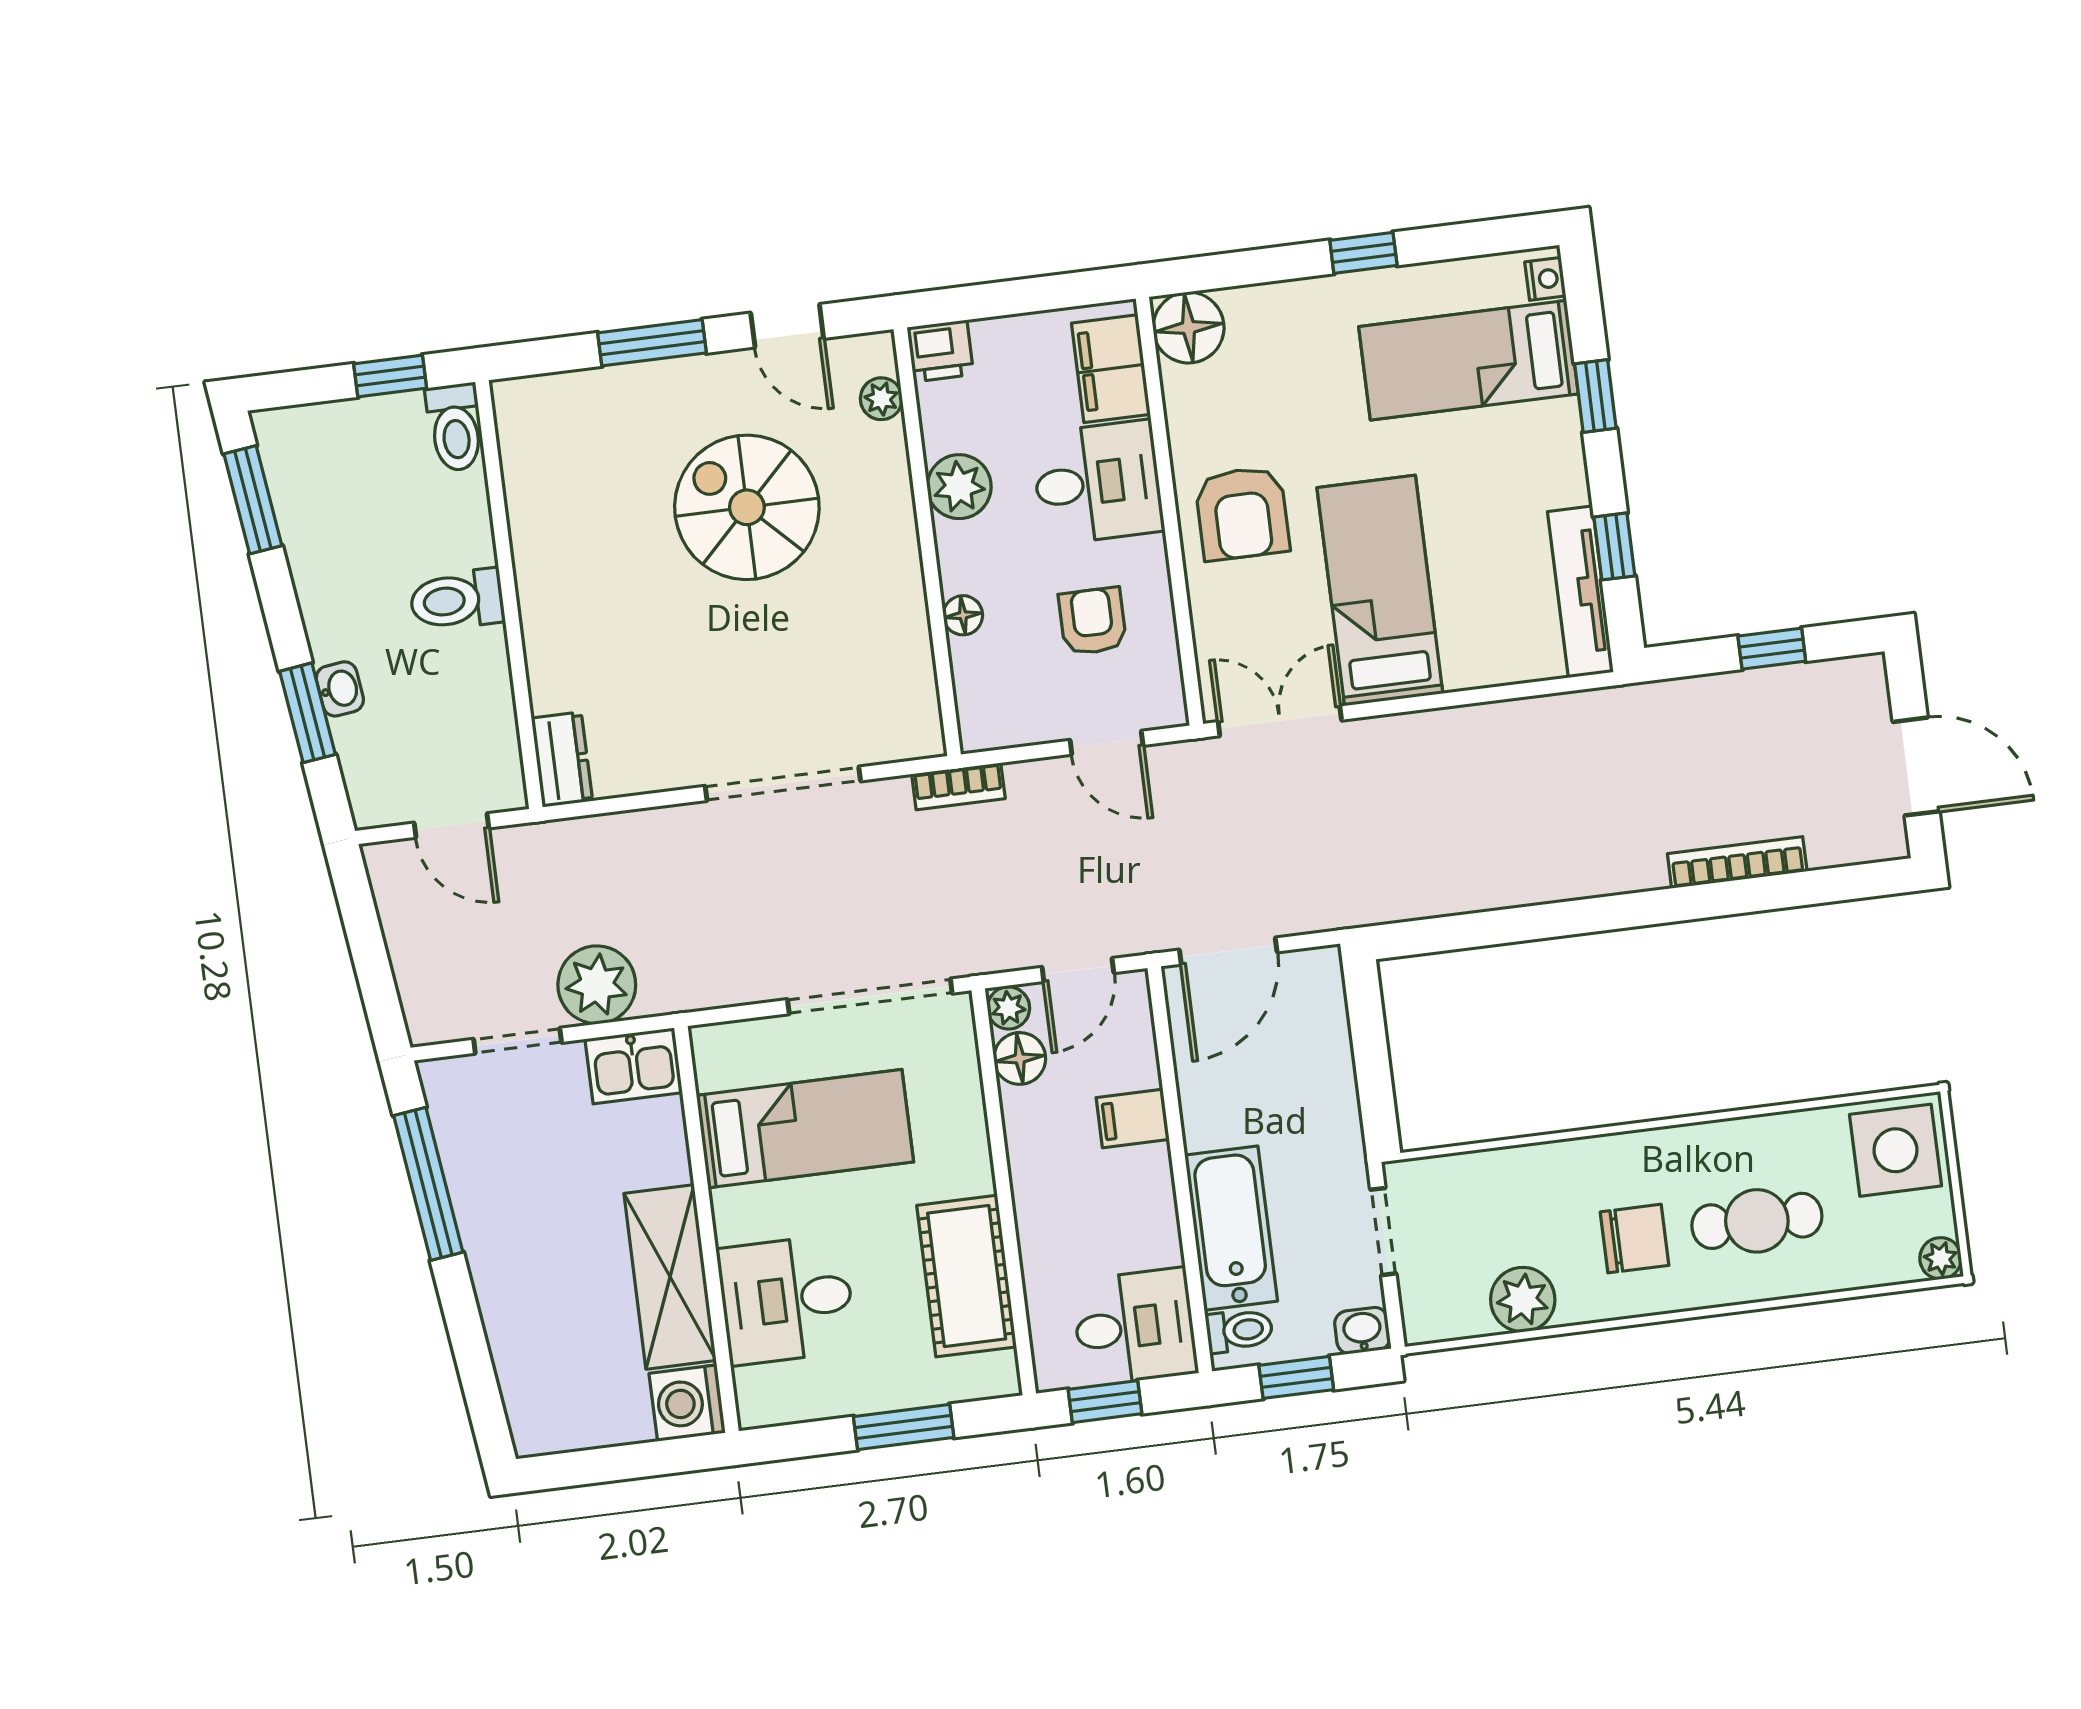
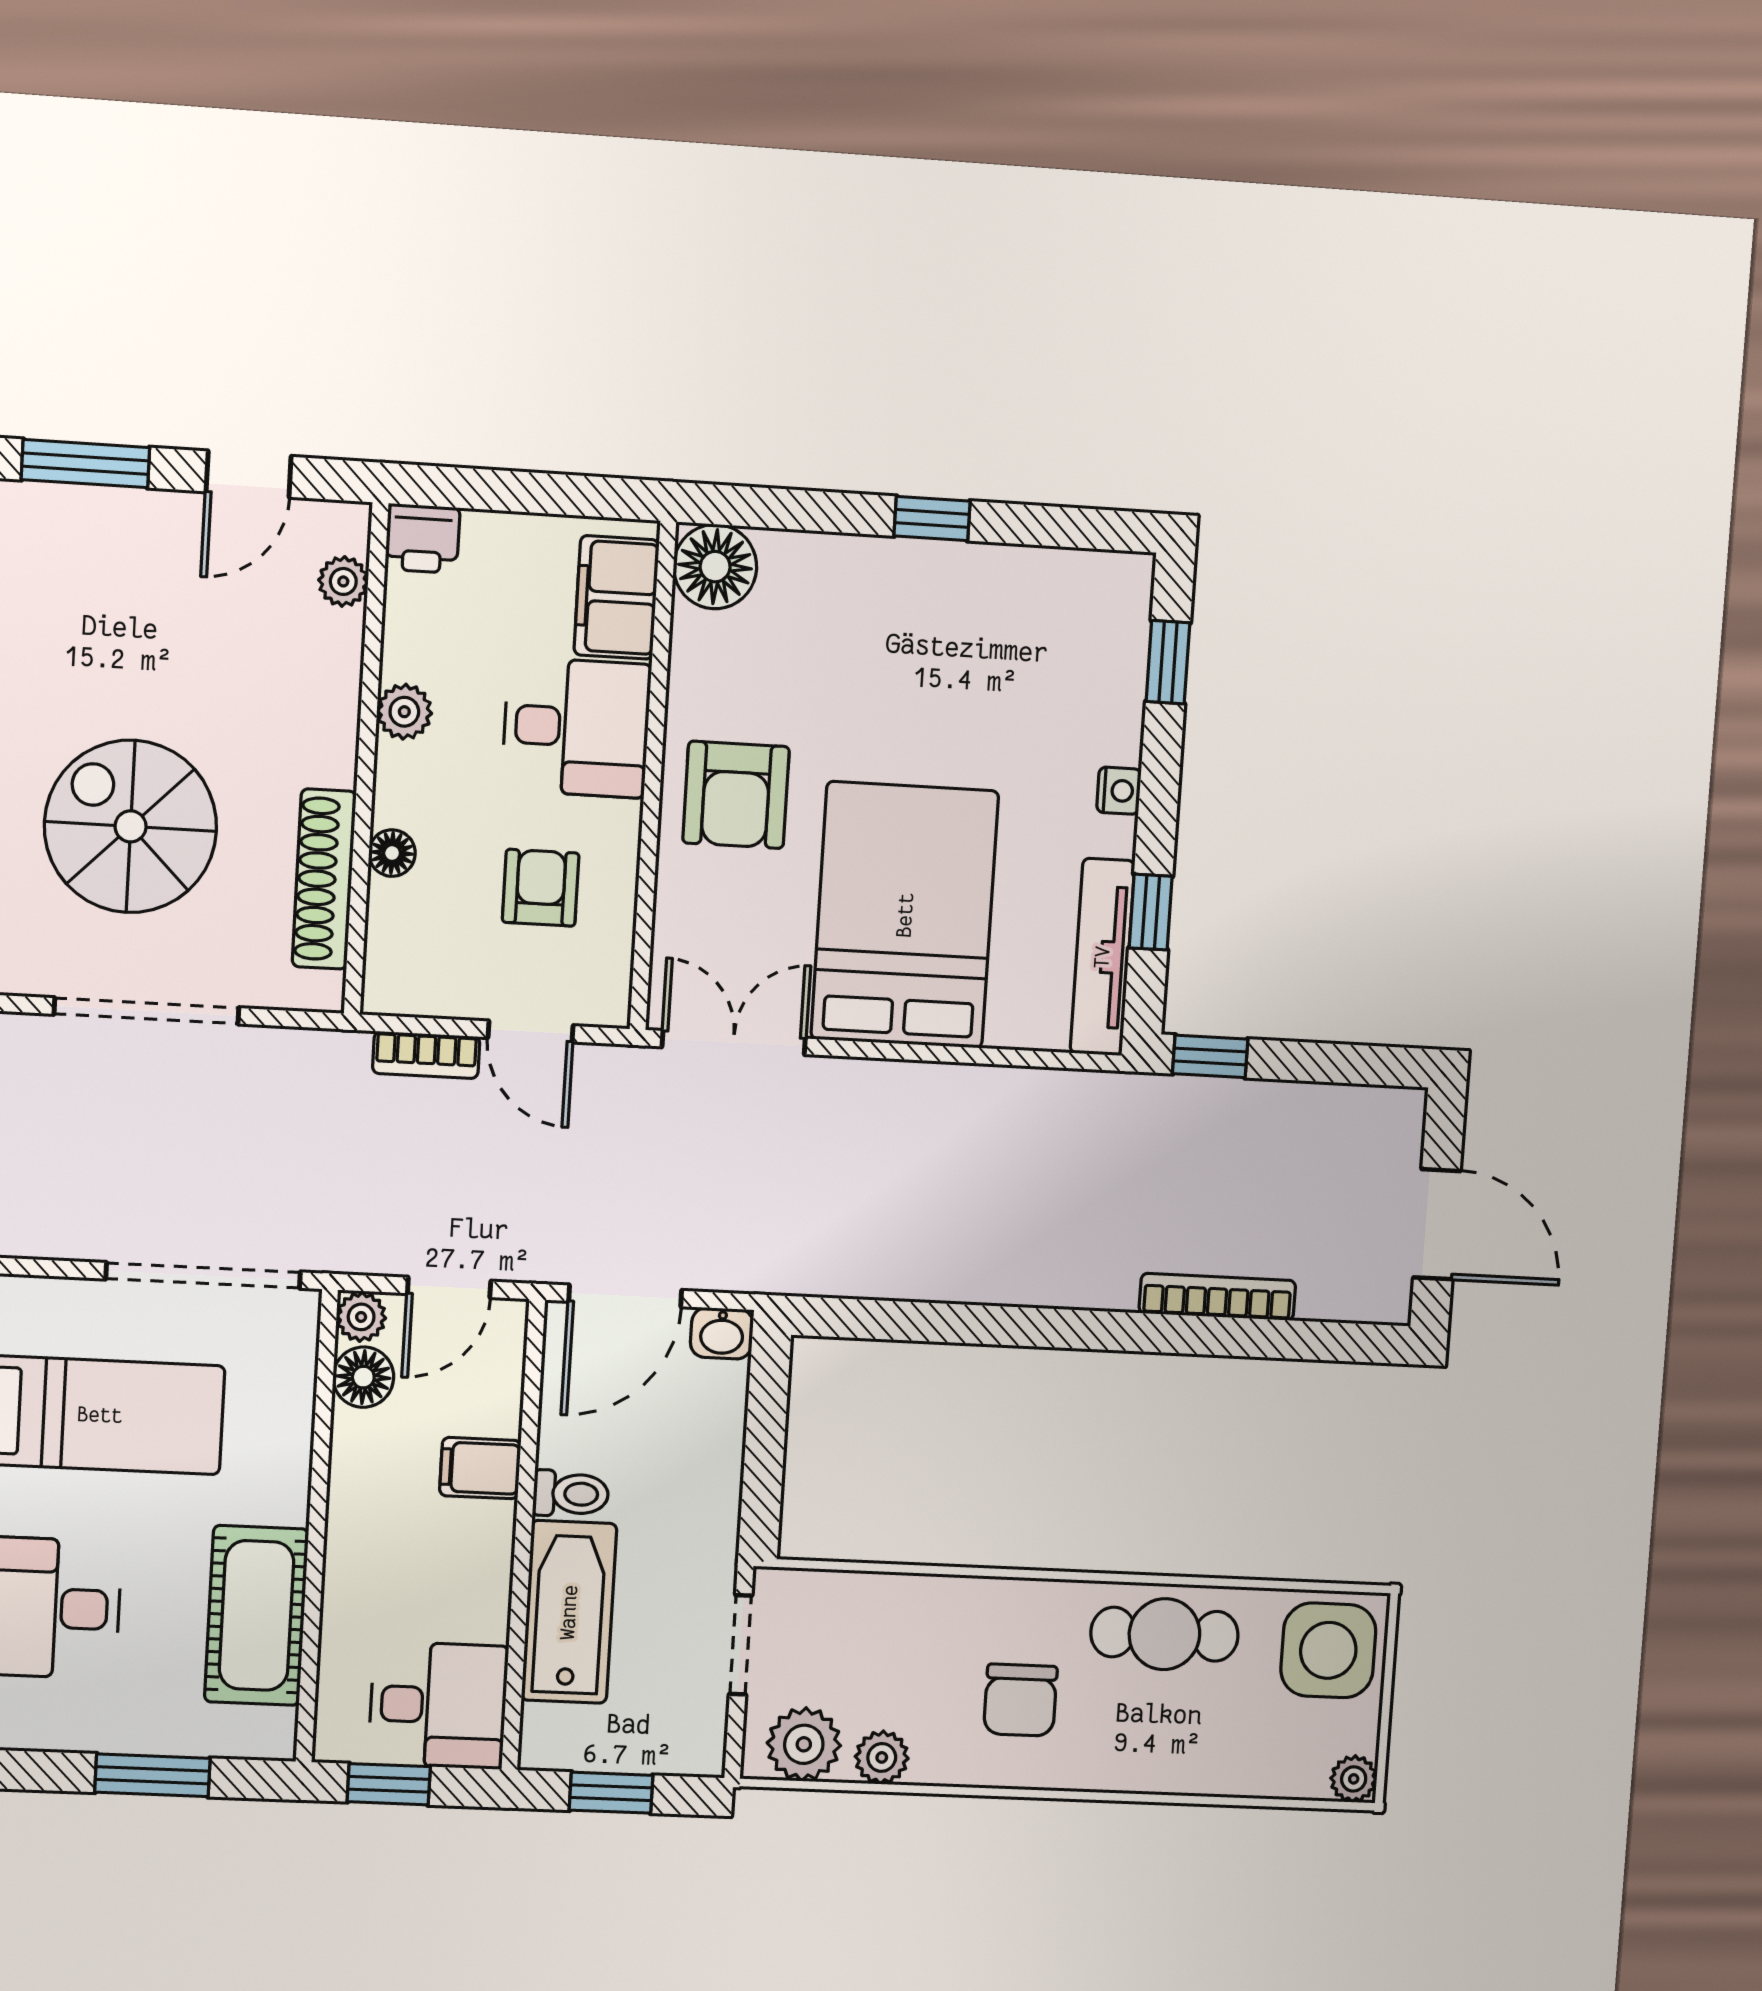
nightstand: (1545, 279) -> (1119, 791), moved
door: (787, 326) -> (249, 474), hinge flipped
bed: (1468, 360) -> (1028, 666), removed
window: (1595, 396) -> (1168, 662), moved
plant: (959, 487) -> (404, 712), width x0.73, depth x0.73
spiral stairs: (747, 507) -> (131, 826), moved
bed: (1380, 591) -> (905, 915), width x1.50
shoe rack: (910, 647) -> (324, 879), added
window: (1772, 649) -> (1210, 1056), moved
bookcase: (958, 786) -> (426, 1055), moved
cafe table: (1757, 1221) -> (1164, 1634), moved
chair: (1635, 1239) -> (1020, 1700), turned 90
plant: (1523, 1300) -> (882, 1757), width x0.73, depth x0.73
plant: (1454, 1308) -> (804, 1744), added
toilet: (1239, 1330) -> (571, 1494), moved
washbasin: (1362, 1331) -> (722, 1333), moved, turned 180

